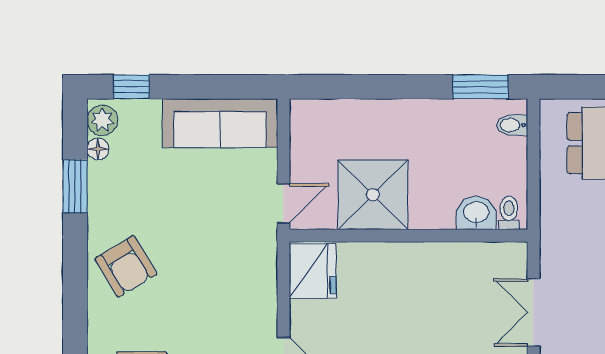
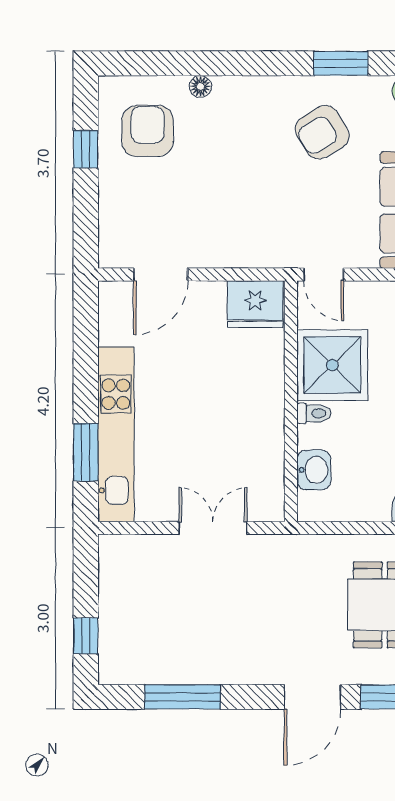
floor lamp: (98, 149) -> (200, 86), moved
toilet: (509, 213) -> (314, 413), moved
armchair: (126, 266) -> (322, 132), moved

